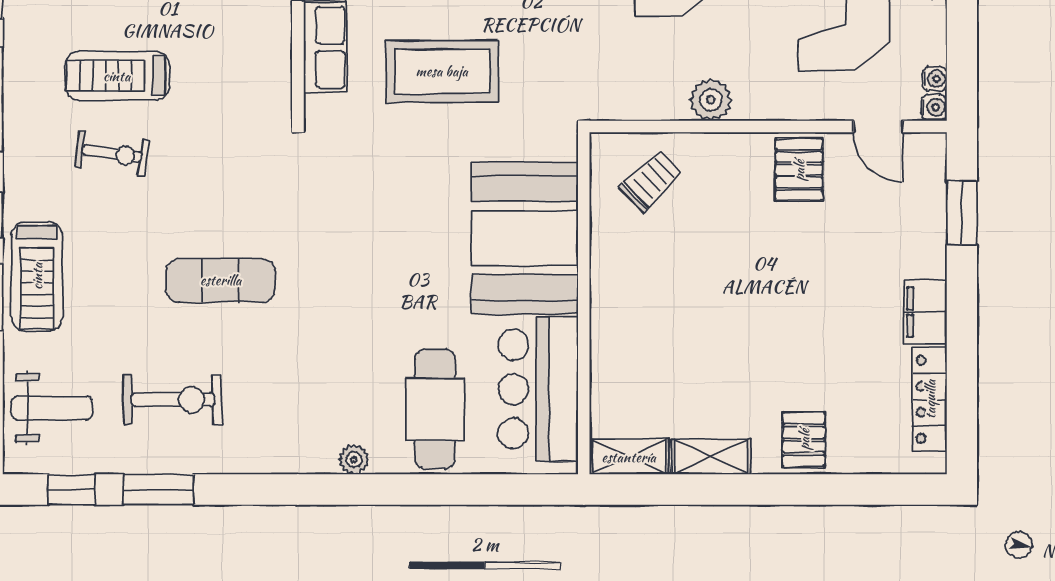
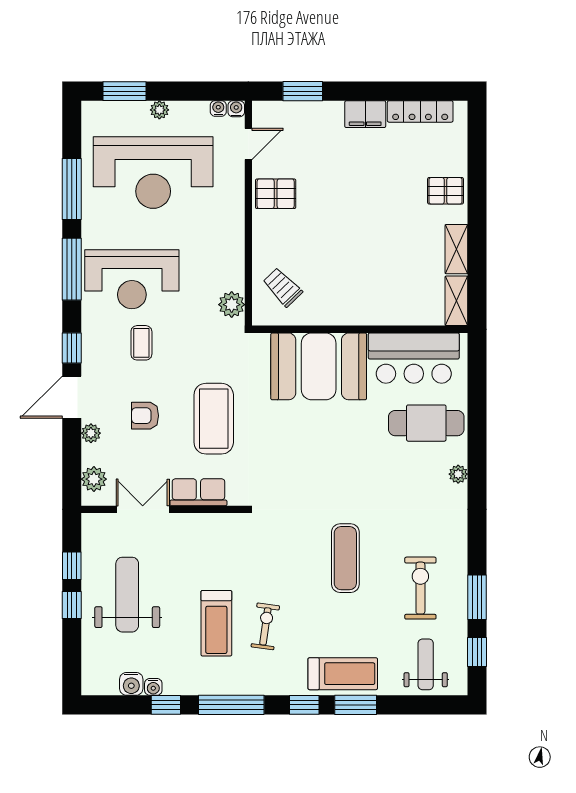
plant: (711, 100) -> (232, 305), moved

